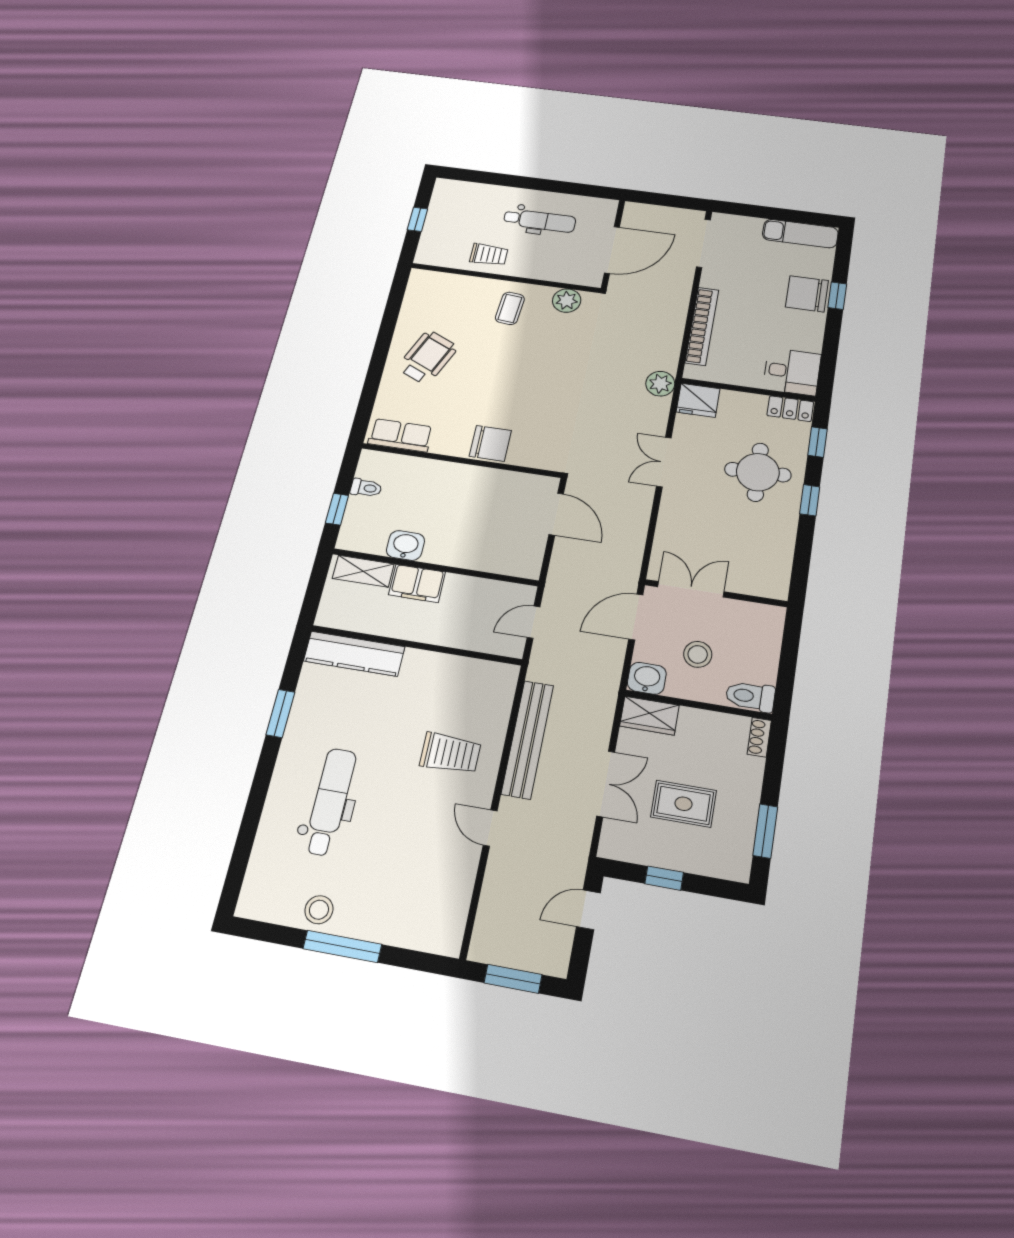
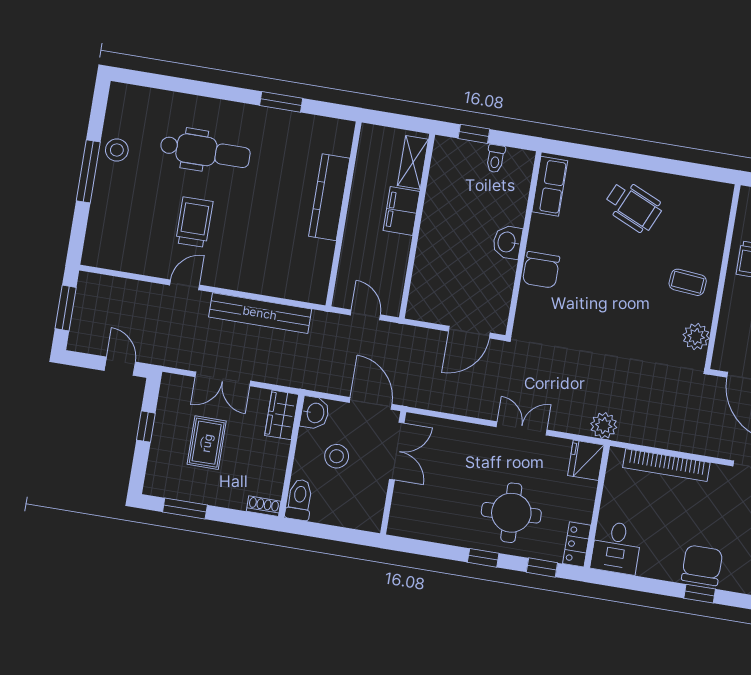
washbasin: (405, 545) -> (507, 242), moved, turned 180
kitchen counter: (354, 654) -> (329, 197), moved
trolley: (450, 753) -> (194, 222), moved, turned 180

